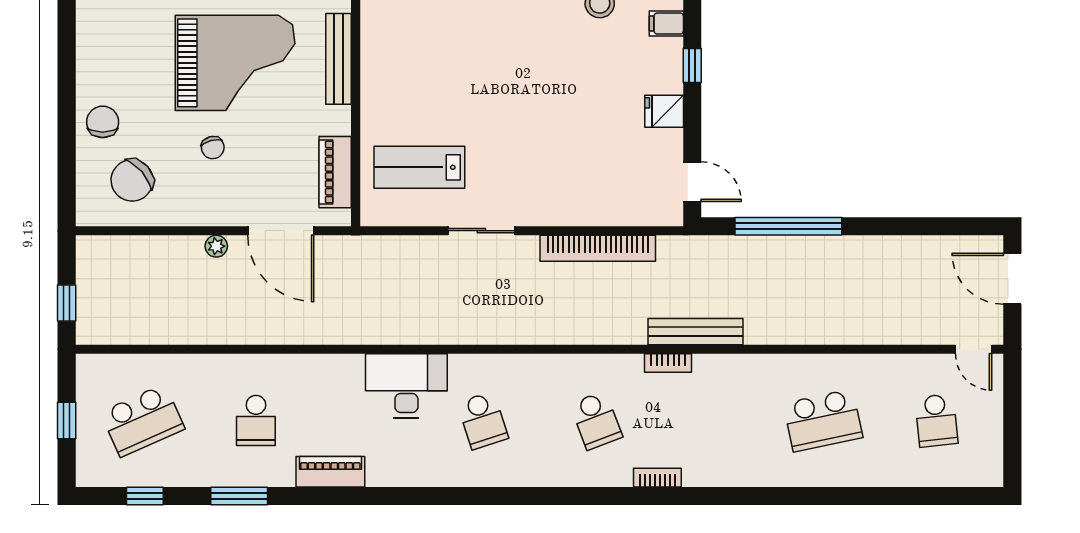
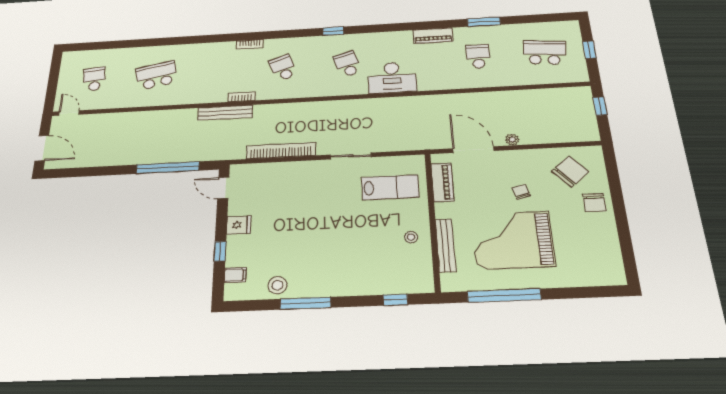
stool: (391, 76) -> (411, 237), added
school desk: (143, 420) -> (545, 52), turned 30
window: (145, 496) -> (333, 31), moved

